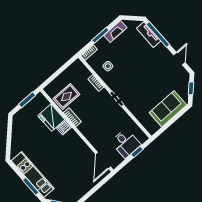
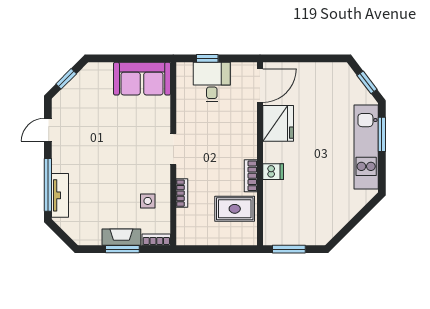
fireplace: (115, 31) -> (121, 237), moved
sofa: (168, 109) -> (142, 79), moved
fridge: (51, 118) -> (278, 123), moved

